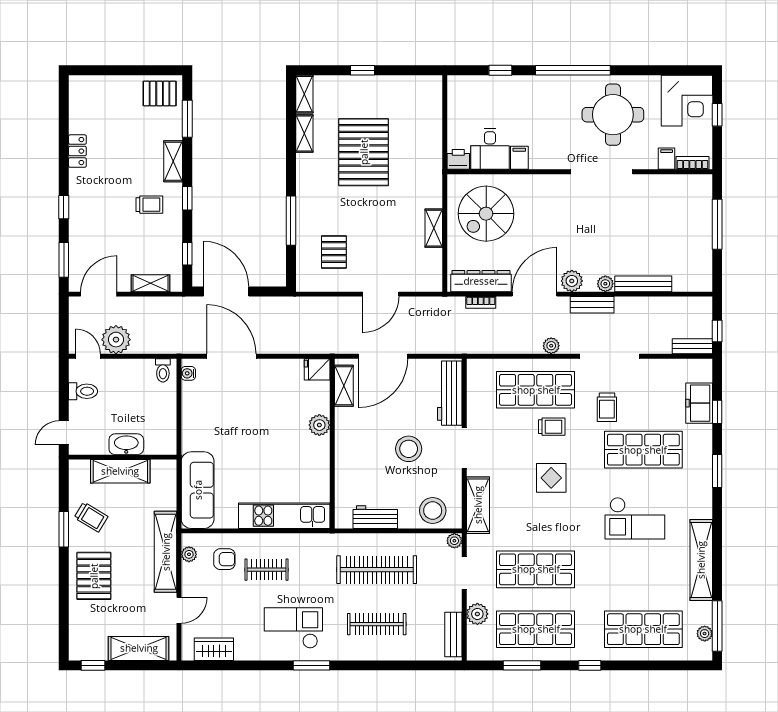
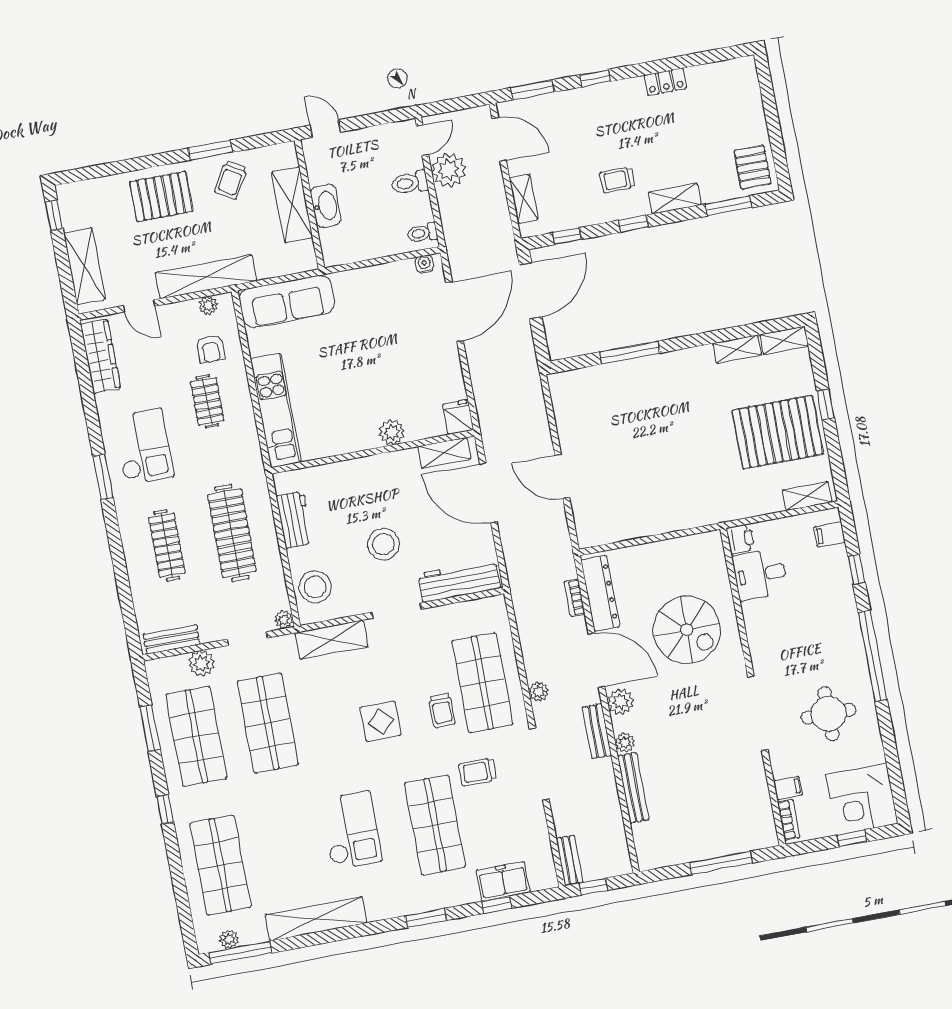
round table: (613, 115) -> (829, 714), width x0.73, depth x0.73
pallet: (364, 152) -> (777, 432), moved
filing cabinet: (519, 158) -> (829, 534), moved, turned 180
trolley: (149, 205) -> (617, 180), turned 90
spiral stairs: (486, 214) -> (687, 630), moved, turned 180
shelving: (434, 228) -> (807, 496), moved
pallet: (334, 252) -> (602, 411), removed
toilet: (83, 391) -> (410, 183), moved, turned 90
checkout: (635, 518) -> (351, 830), turned 180
wardrobe: (214, 649) -> (100, 356), width x1.50

